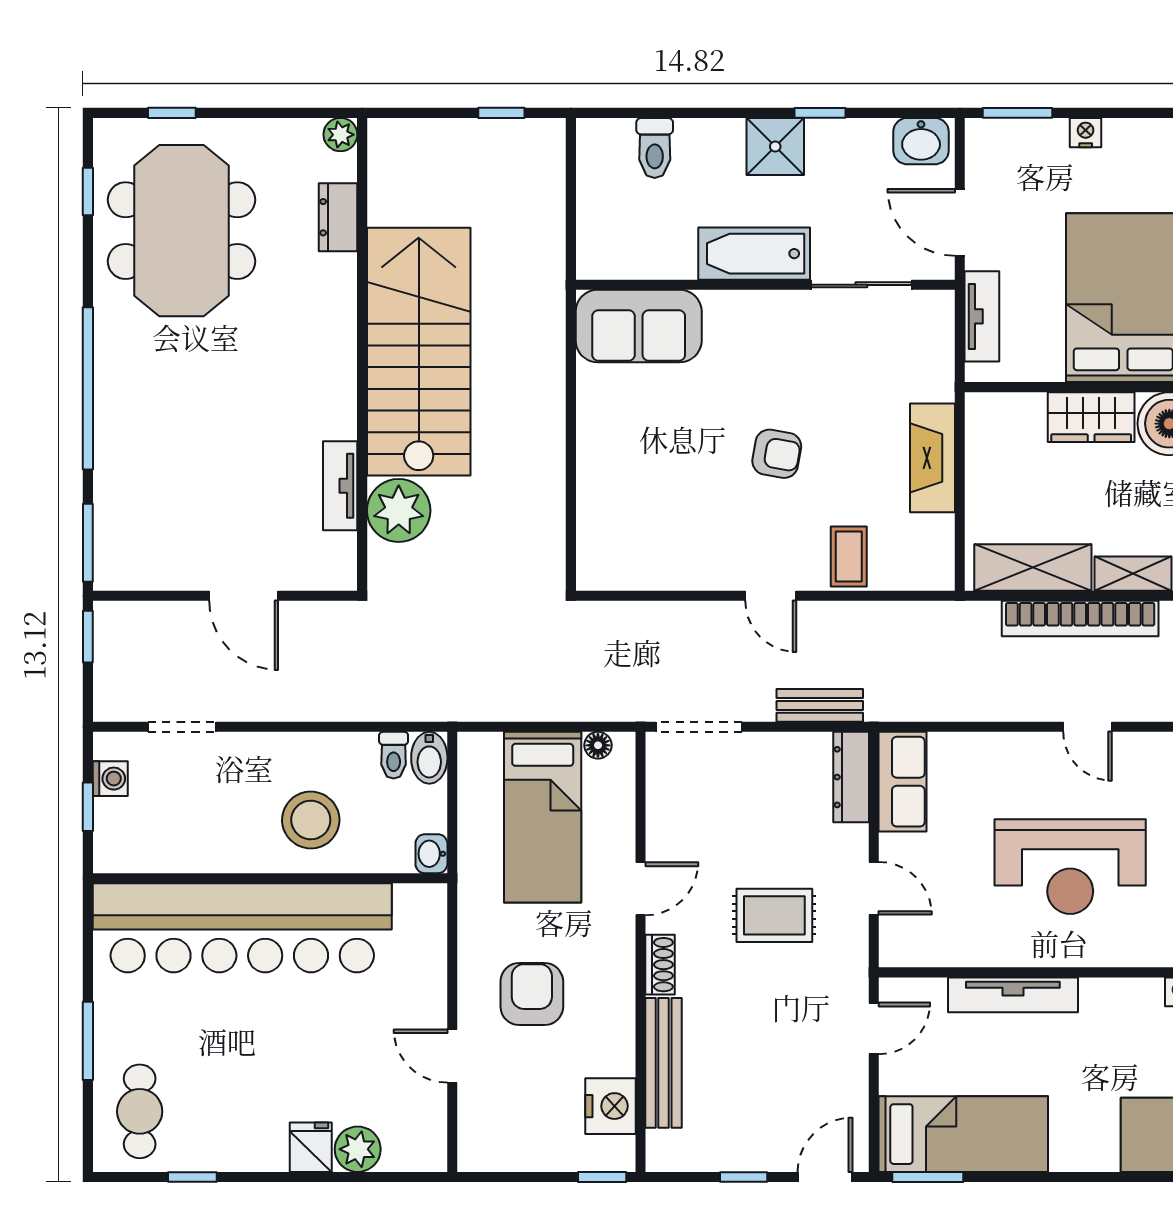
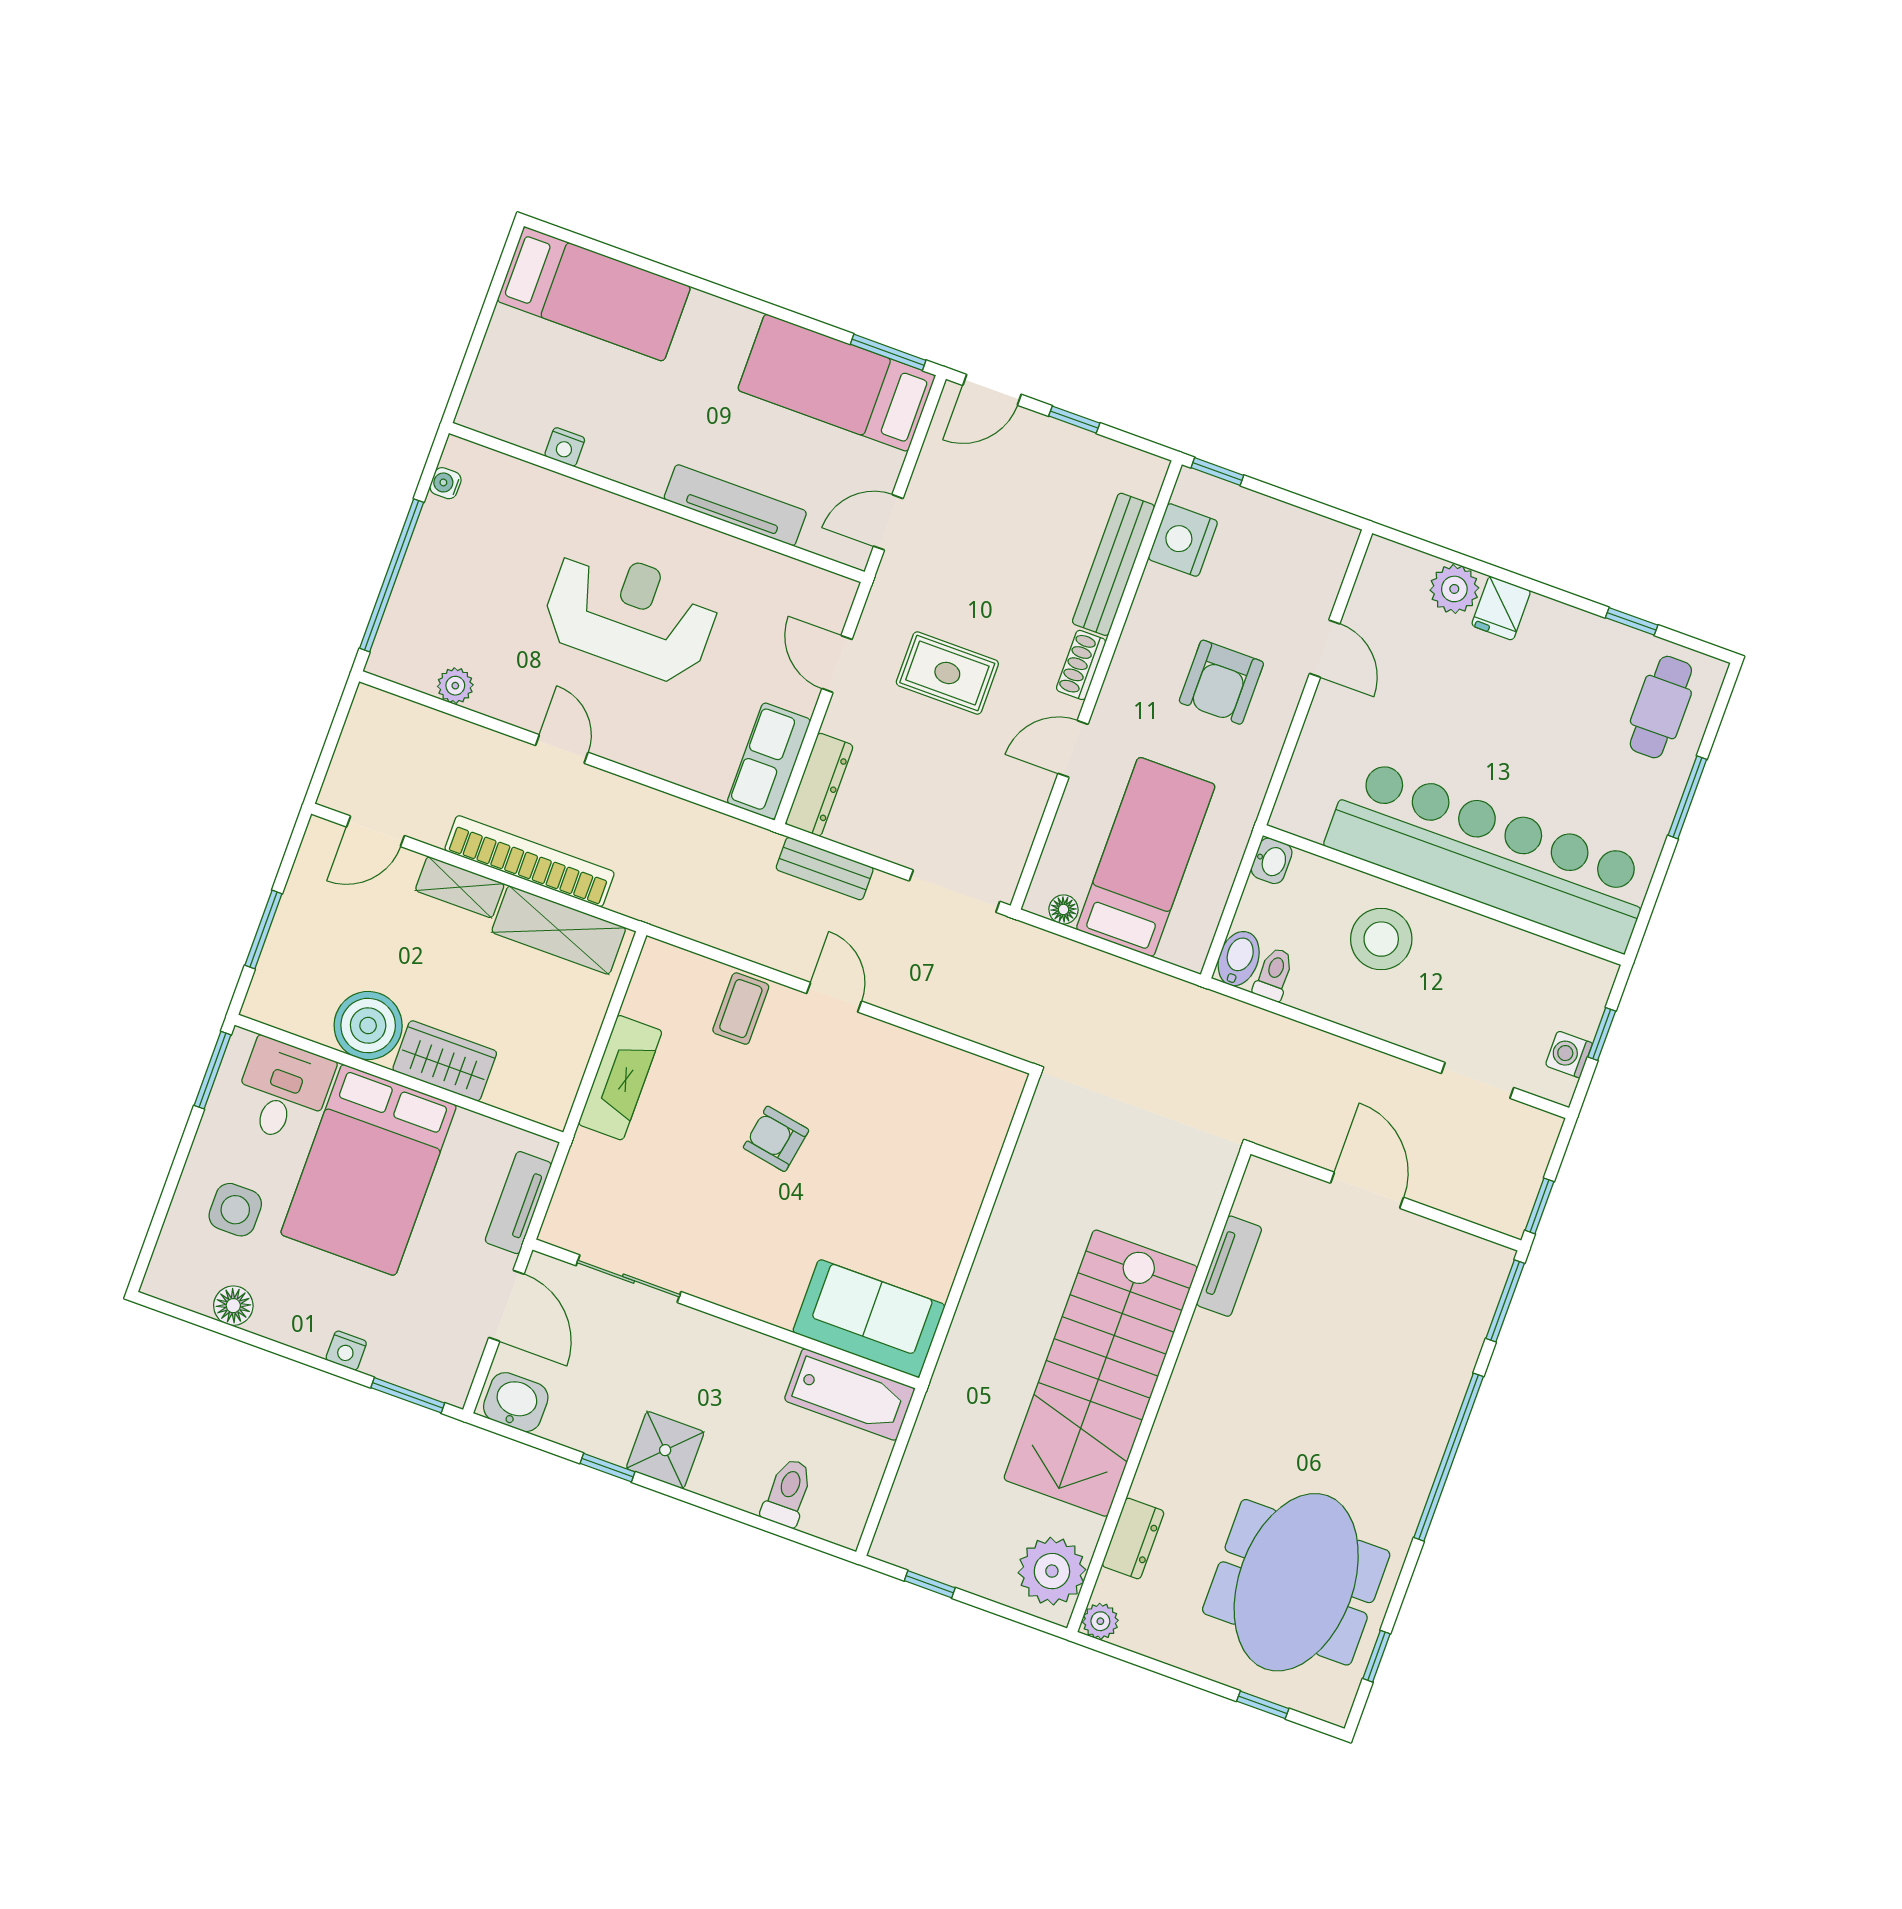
bathtub: (754, 254) -> (850, 1394), moved
plant: (399, 510) -> (1052, 1571), moved

